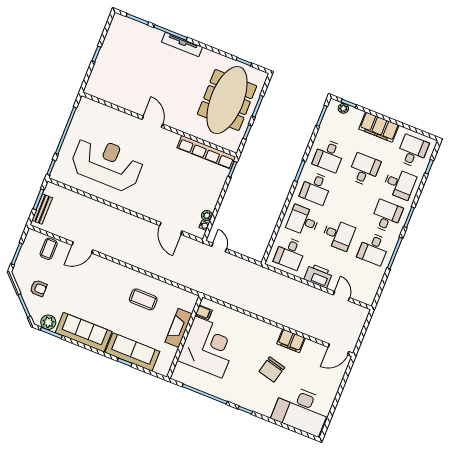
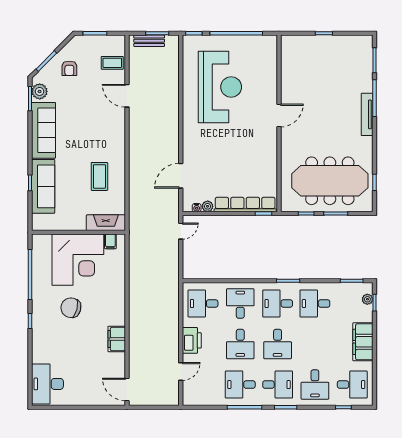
row of seats: (206, 152) -> (245, 205), moved, turned 90
desk: (364, 170) -> (278, 344), moved, turned 90
fireplace: (179, 328) -> (106, 223), moved
chair: (272, 369) -> (71, 308), moved
desk: (301, 410) -> (47, 384), width x0.73, depth x0.77

